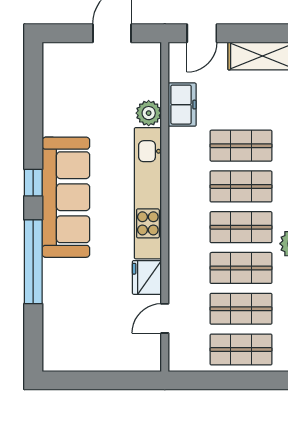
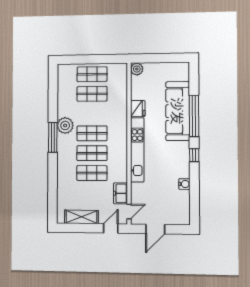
plant: (149, 113) -> (137, 69), moved
water cooler: (53, 124) -> (184, 184), added
sofa: (66, 197) -> (178, 111), moved
shop shelf: (241, 268) -> (92, 114), removed
door: (165, 318) -> (129, 212), moved

